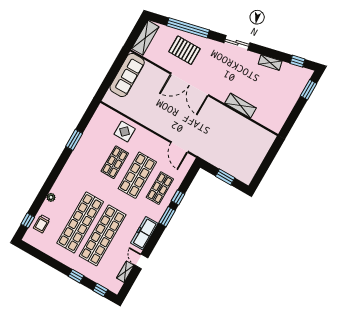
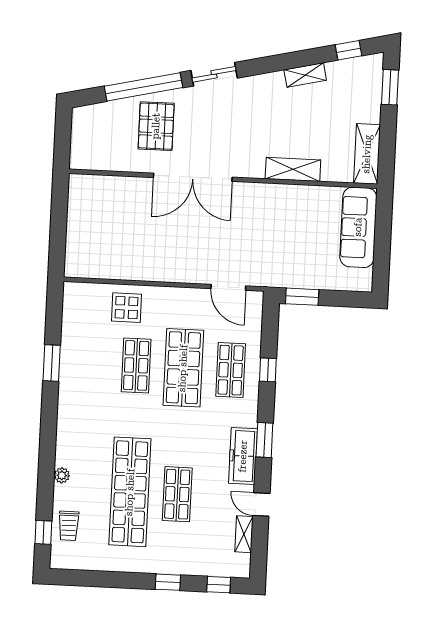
shelving: (145, 38) -> (367, 154), moved
sliding door: (237, 43) -> (214, 74), moved
pallet: (184, 50) -> (156, 126), turned 90
sofa: (127, 75) -> (358, 227), moved, turned 180
window: (225, 177) -> (302, 297), moved
window: (167, 217) -> (264, 440), moved
shop shelf: (103, 235) -> (177, 494), width x0.50, depth x0.74

